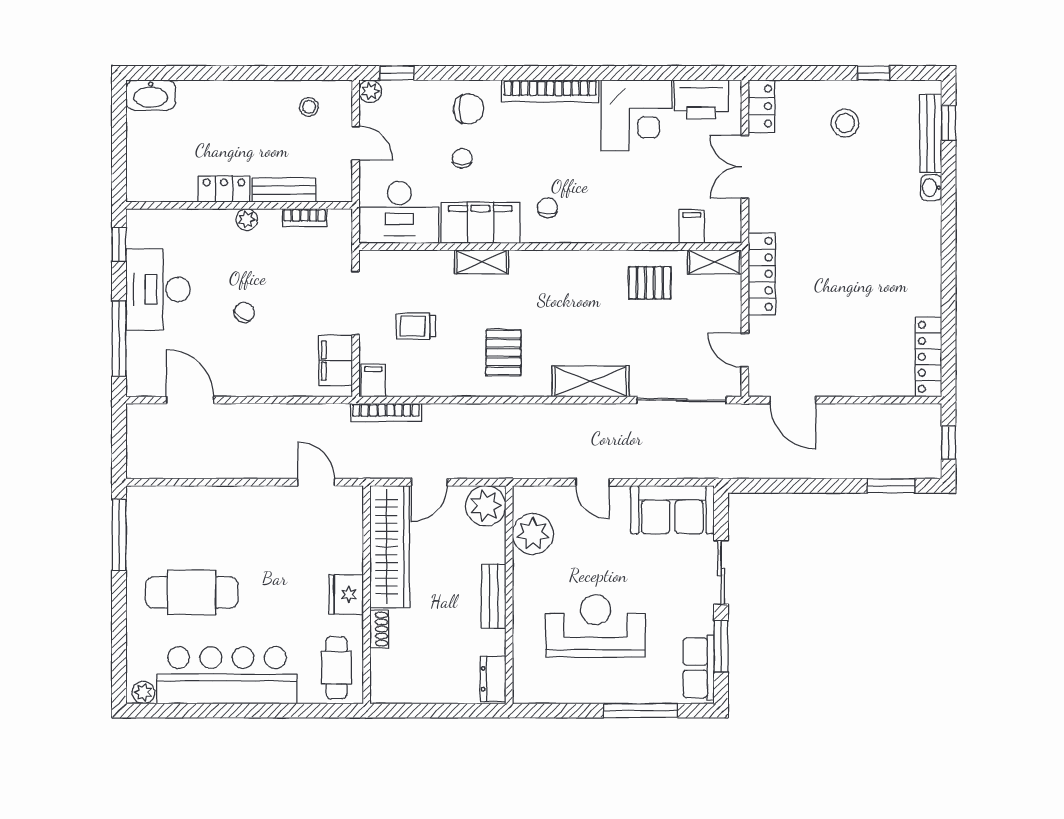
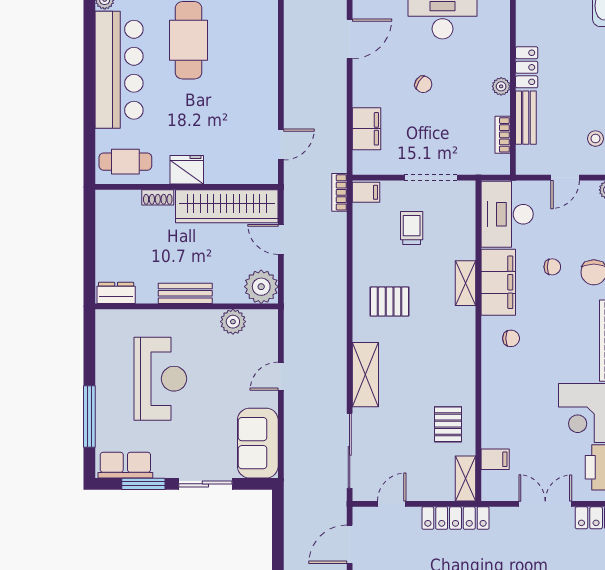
filing cabinet: (336, 361) -> (367, 129), moved, turned 90
bookcase: (386, 412) -> (339, 192), width x0.64
plant: (533, 534) -> (233, 322), width x0.73, depth x0.73

